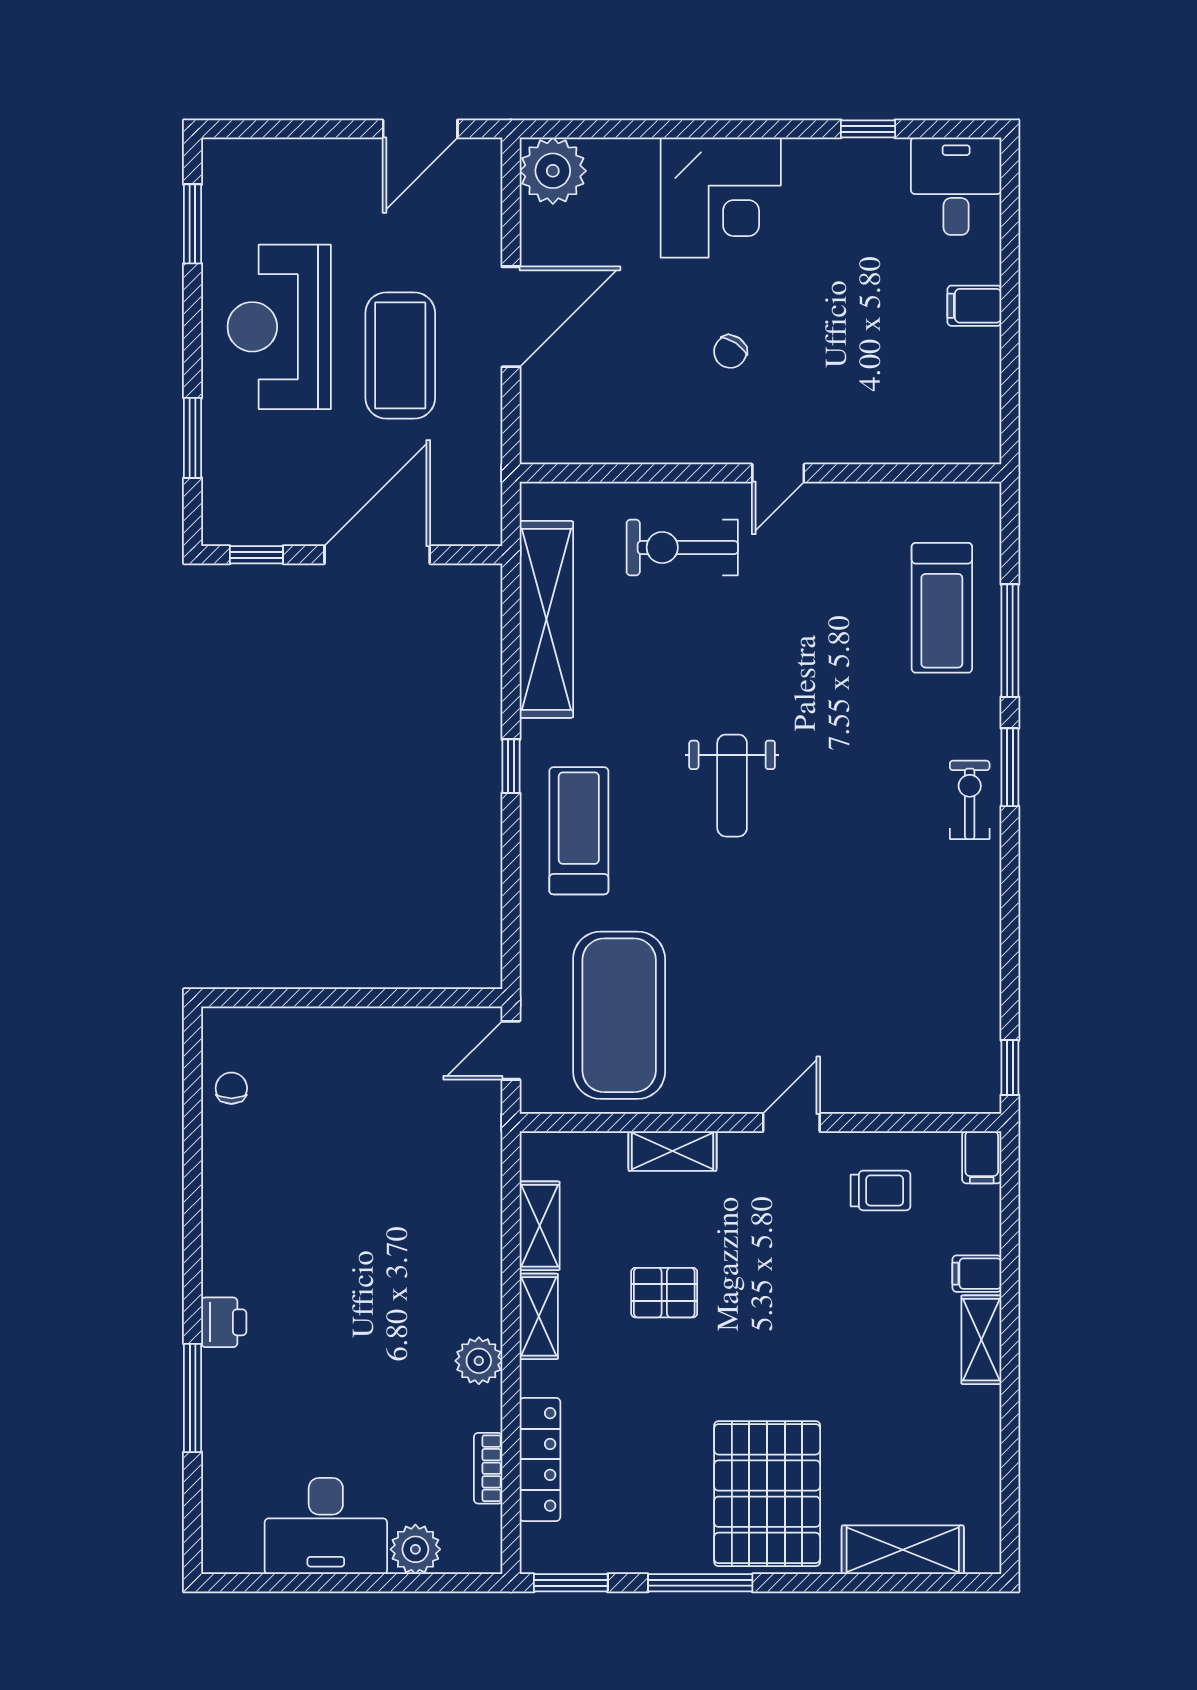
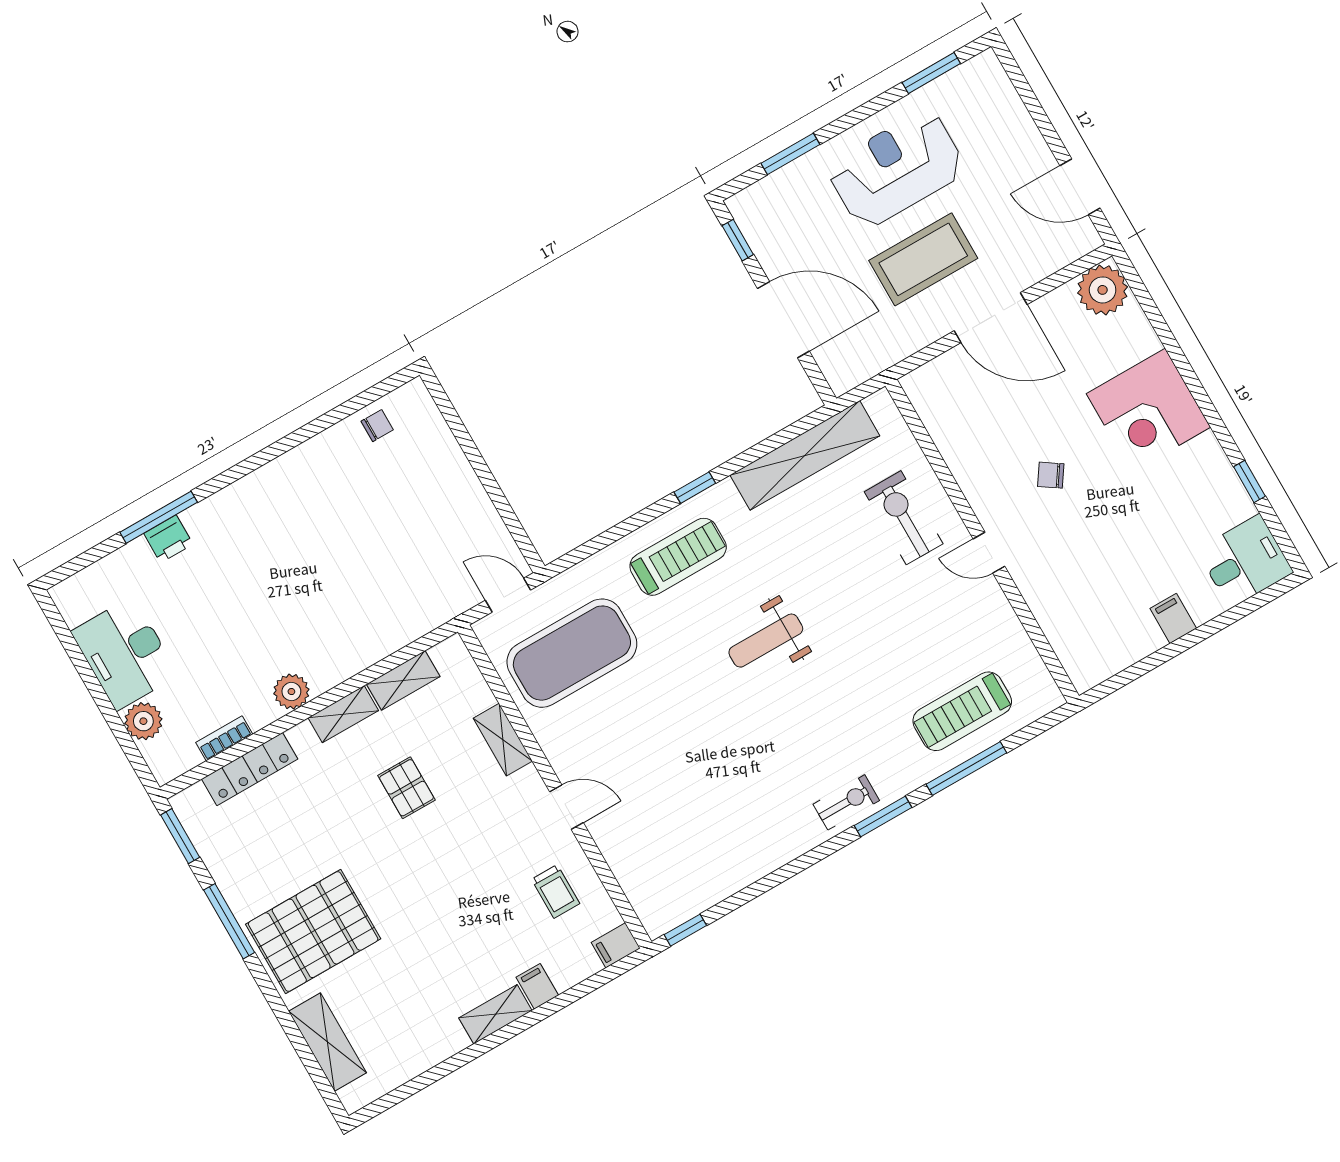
printer: (224, 1322) -> (168, 539), moved

